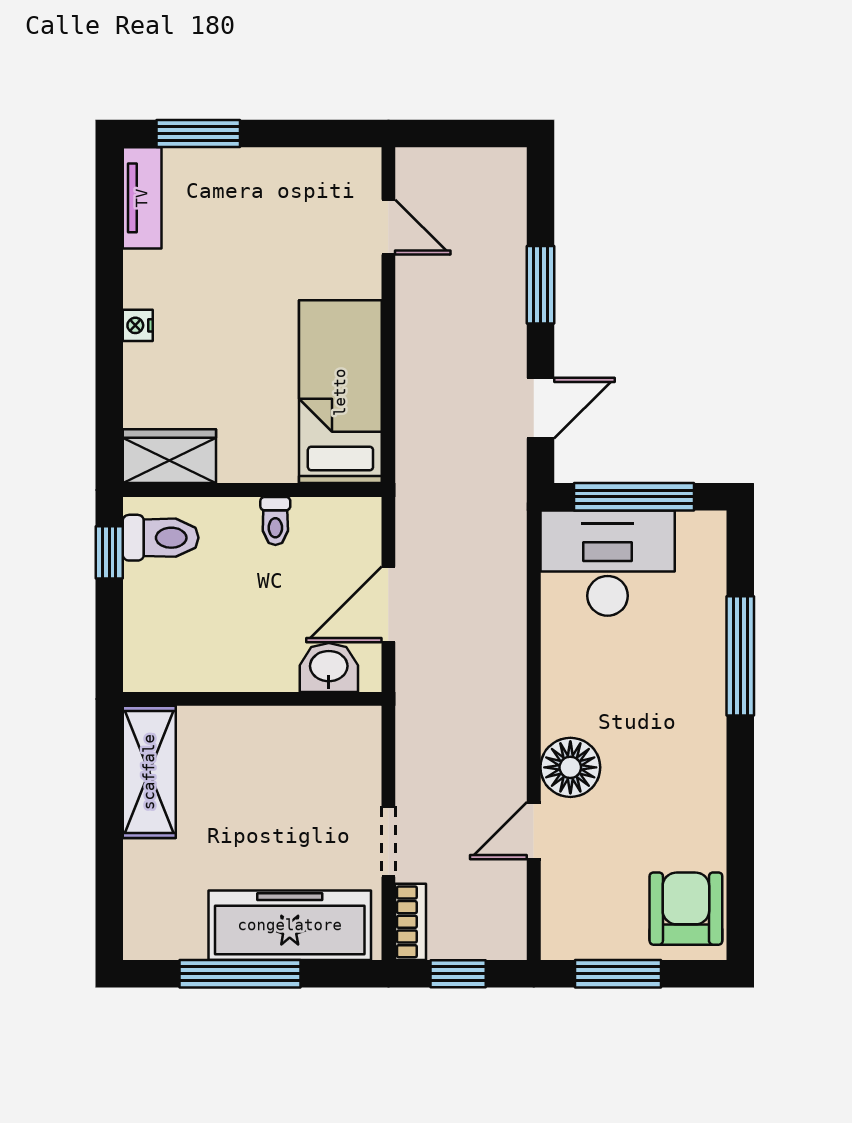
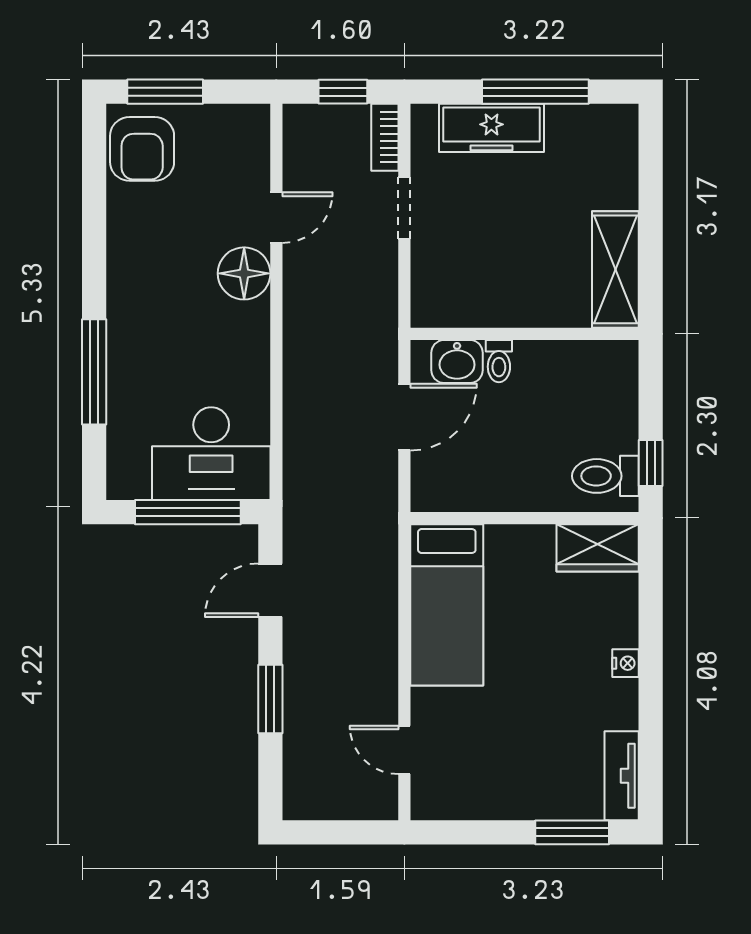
toilet: (275, 521) -> (499, 361), moved, turned 180
freezer: (290, 925) -> (491, 128), width x0.73, depth x0.79
window: (618, 974) -> (165, 92), moved

